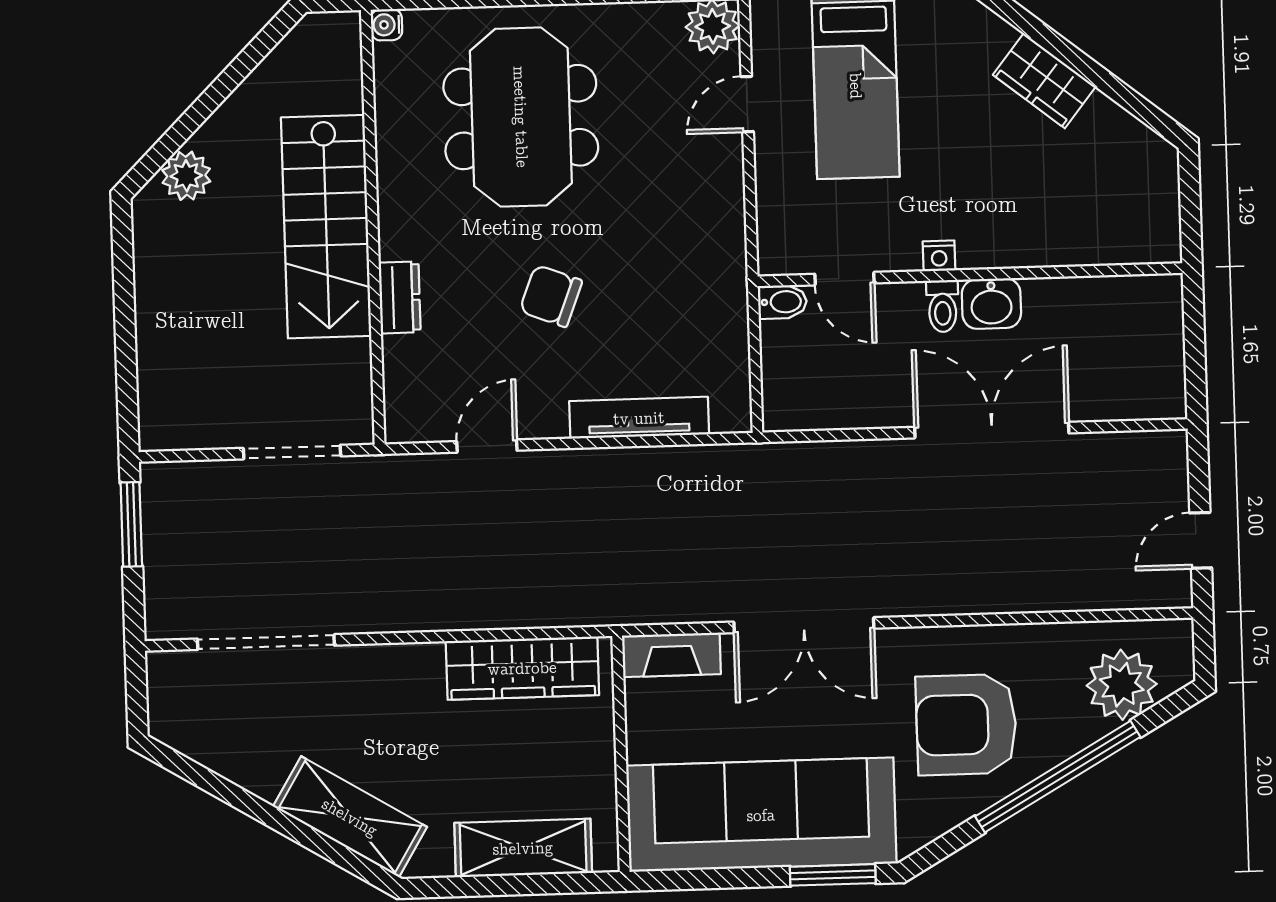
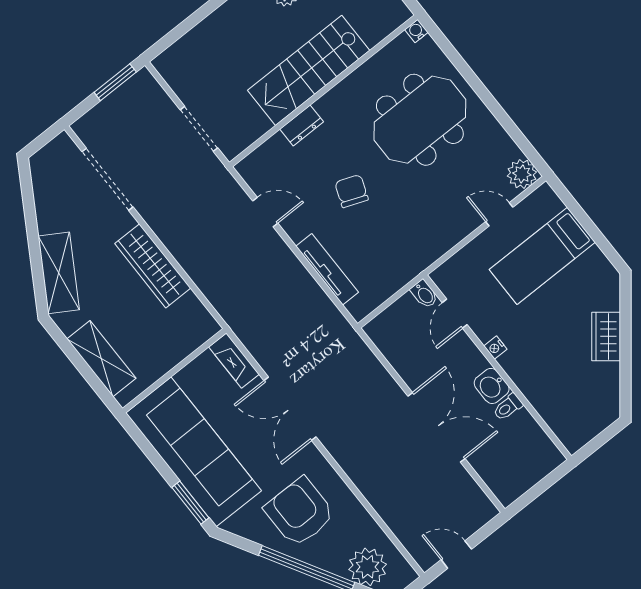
toilet: (943, 306) -> (508, 407), moved
wardrobe: (522, 668) -> (153, 266), moved

